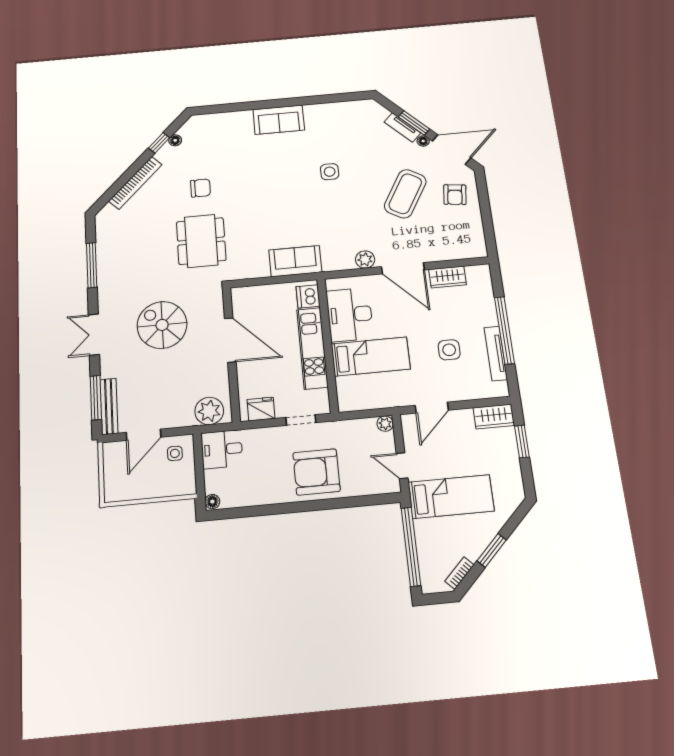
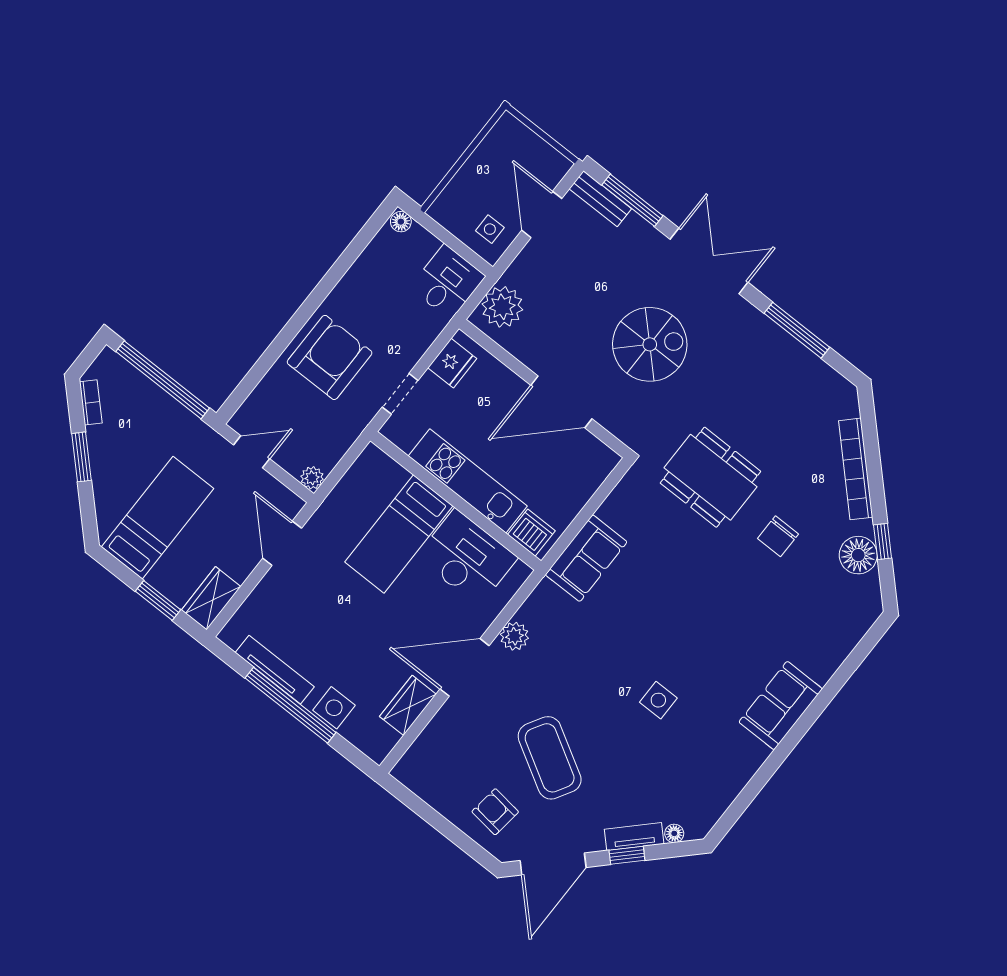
window: (414, 123) -> (627, 855), width x0.67
floor lamp: (175, 140) -> (858, 555), width x1.89, depth x1.89
floor lamp: (423, 141) -> (674, 833), moved
double door: (94, 335) -> (709, 261), width x1.37
side table: (449, 350) -> (334, 708), moved
bench: (109, 406) -> (600, 199), width x0.73
bed: (451, 497) -> (158, 518), moved, turned 180

